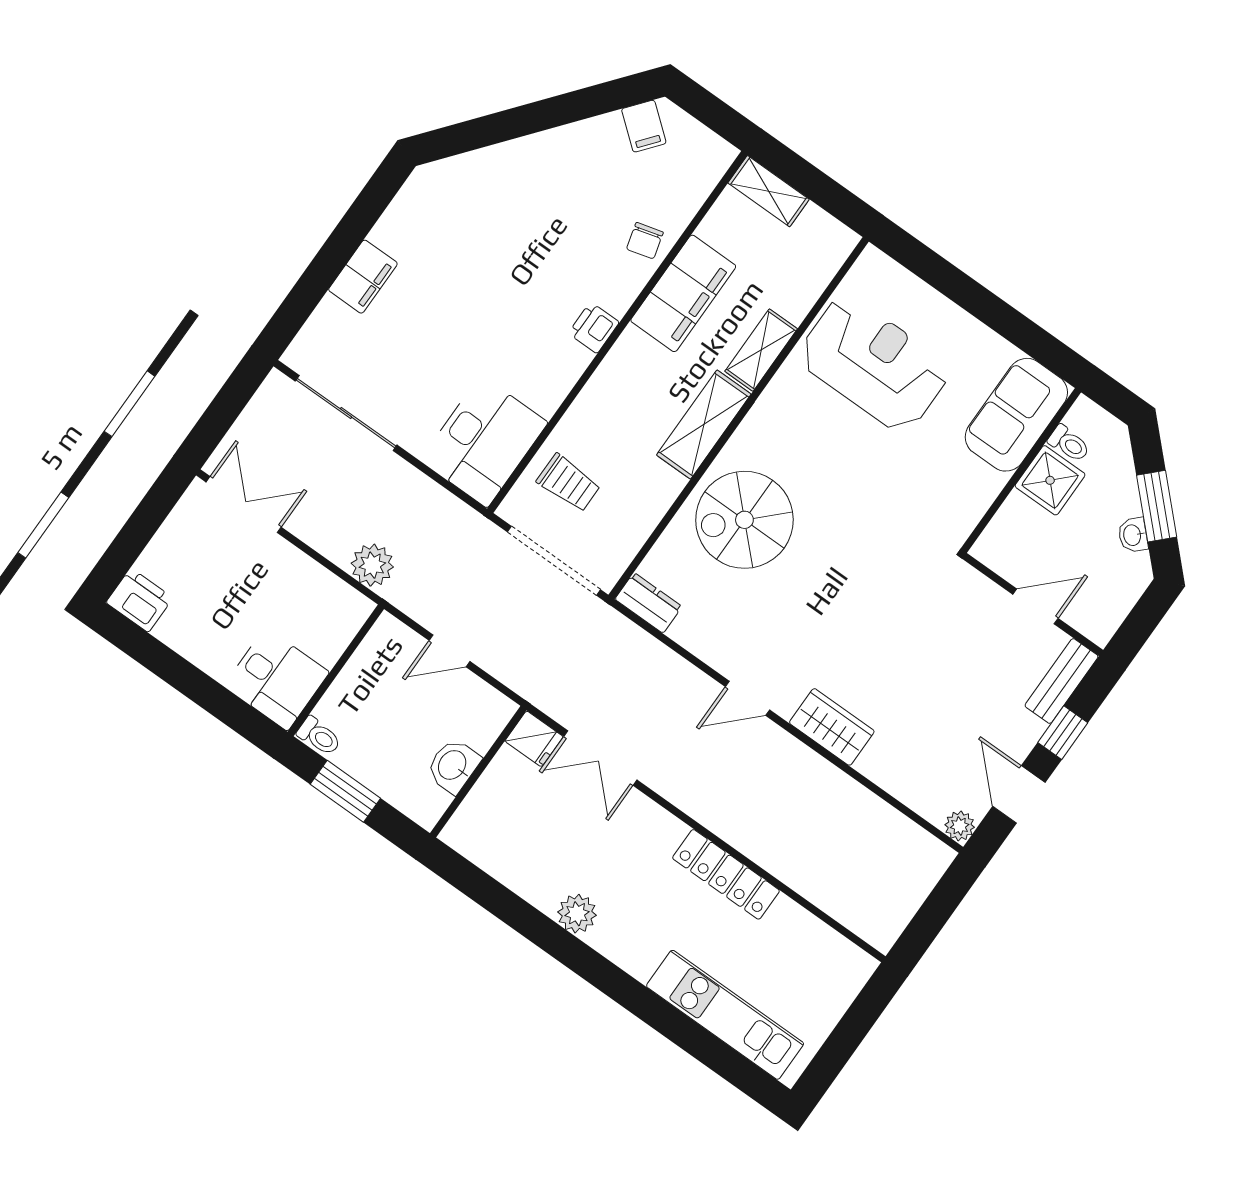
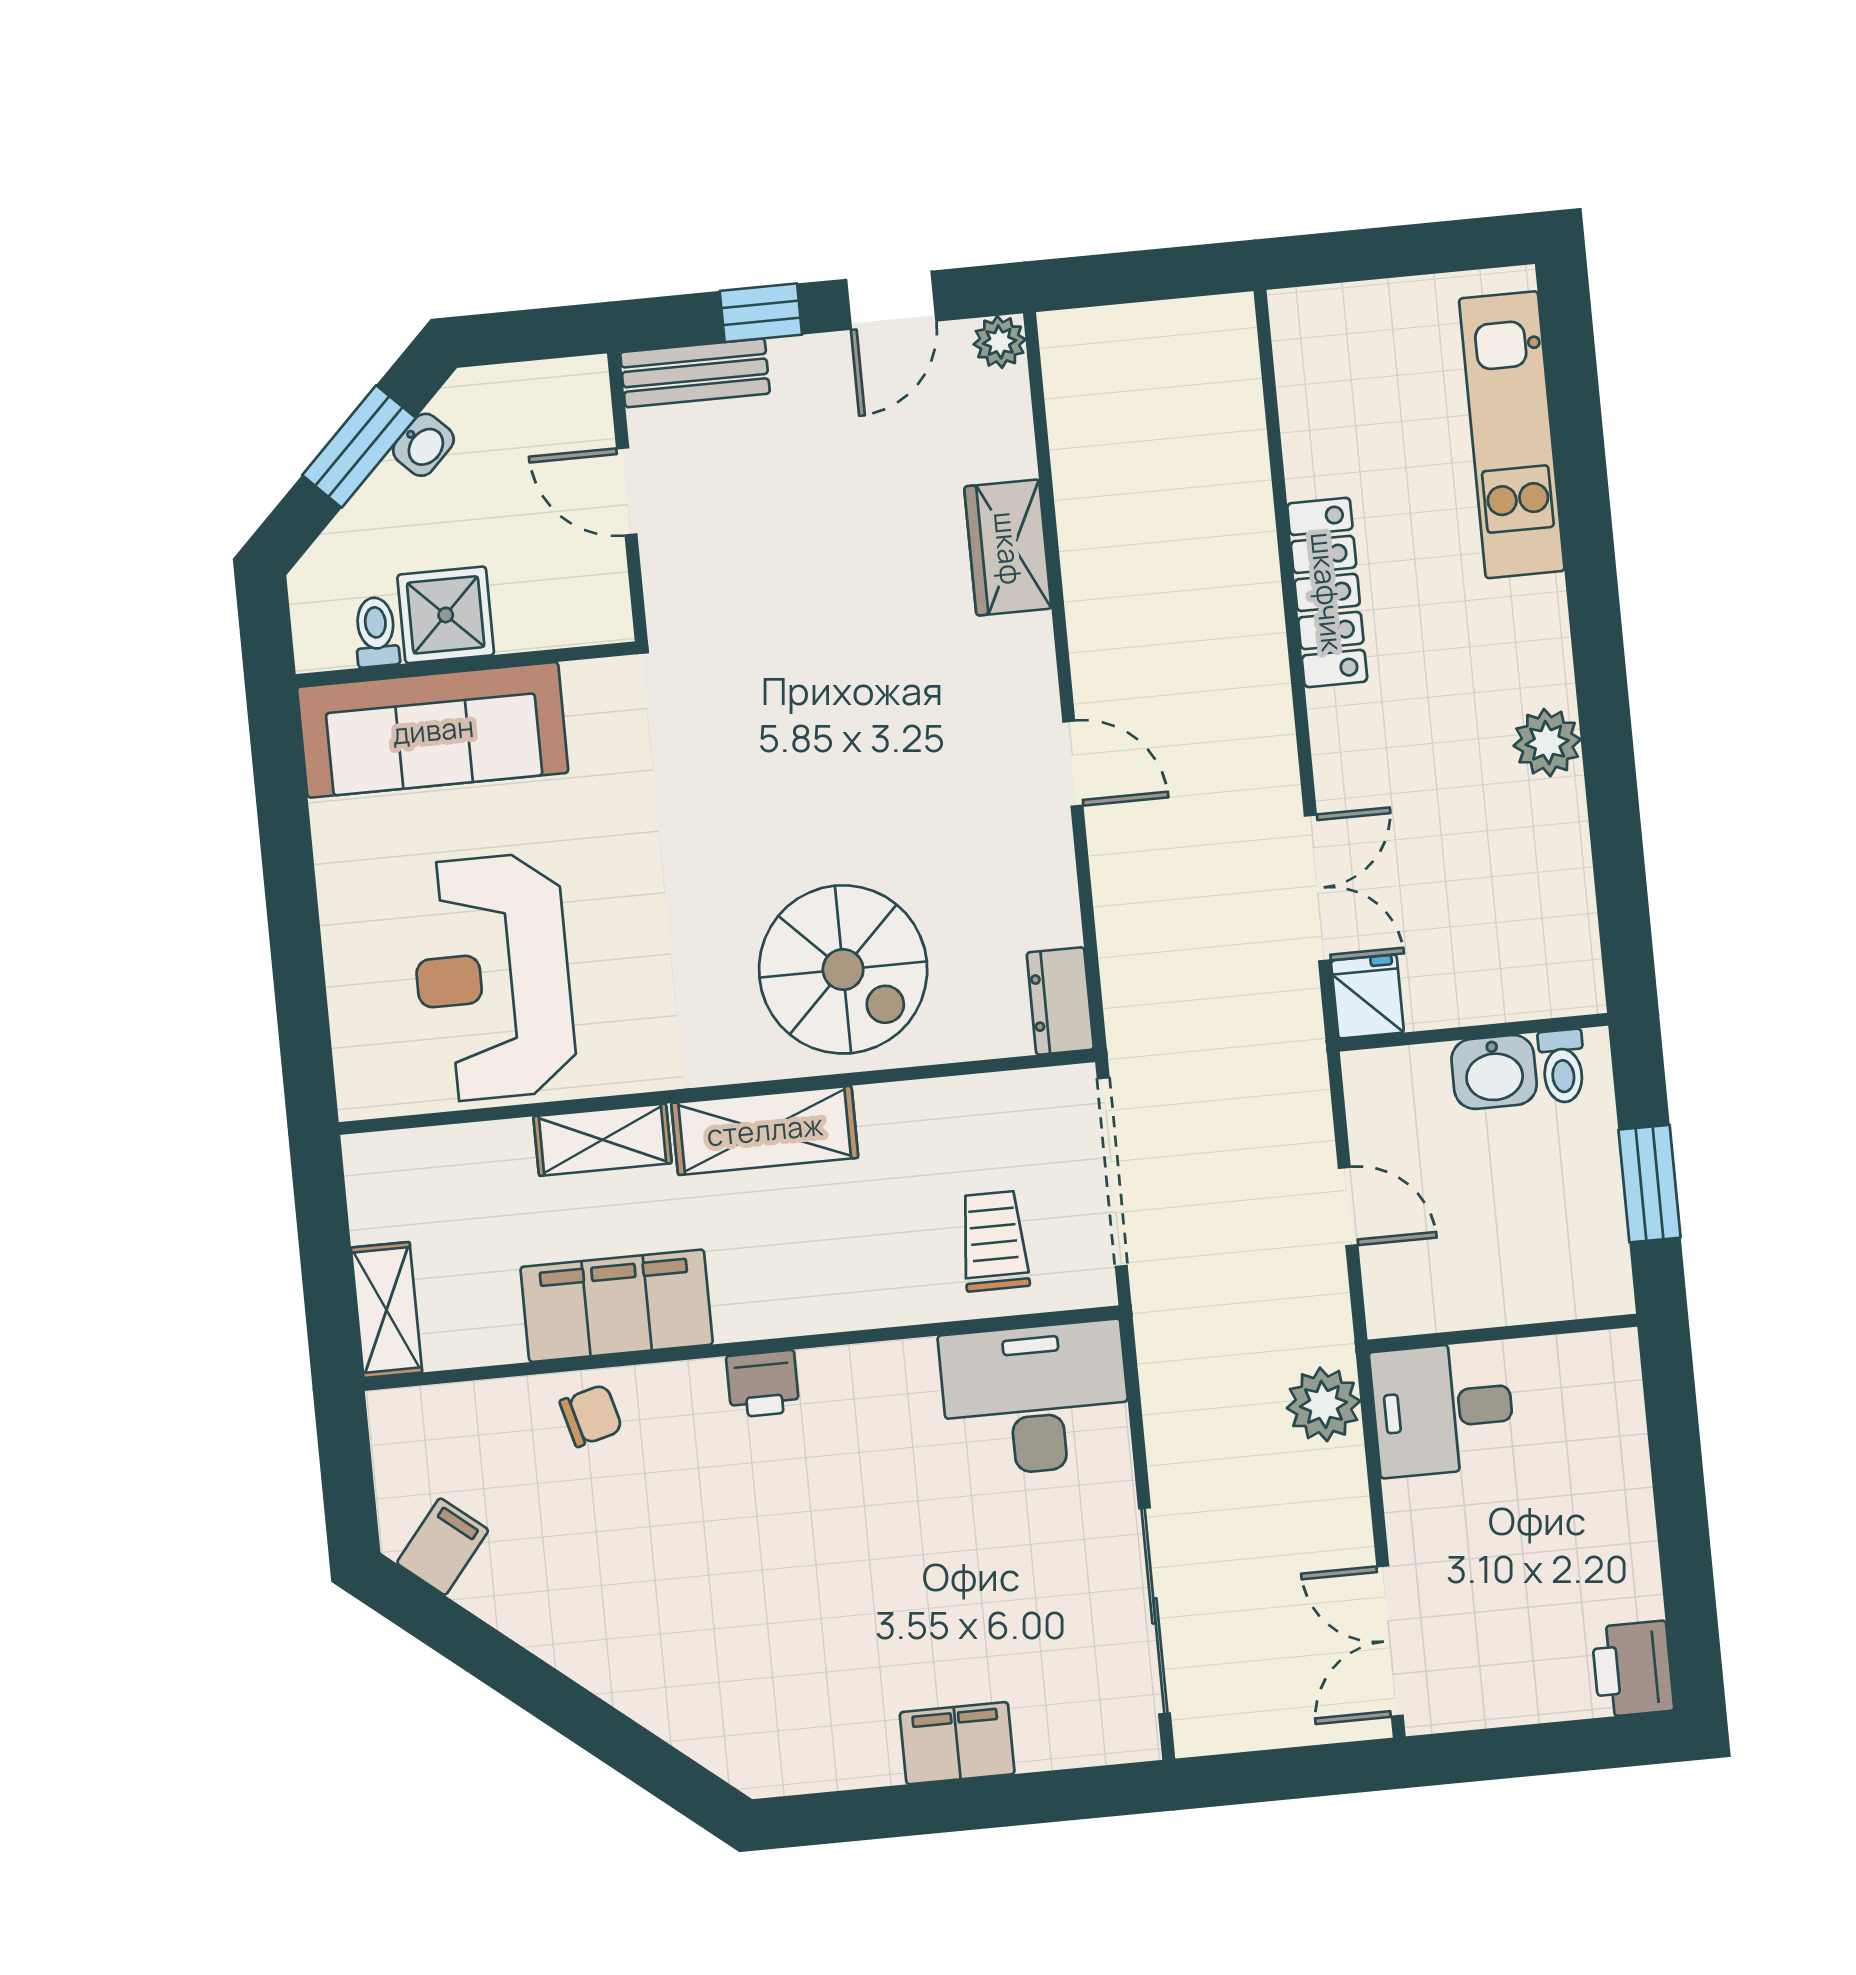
sofa: (1016, 415) -> (433, 730), width x1.36
desk: (276, 679) -> (1443, 1409), moved, turned -90
wardrobe: (832, 727) -> (1008, 548), moved
toilet: (319, 736) -> (1562, 1066), moved, turned 180

